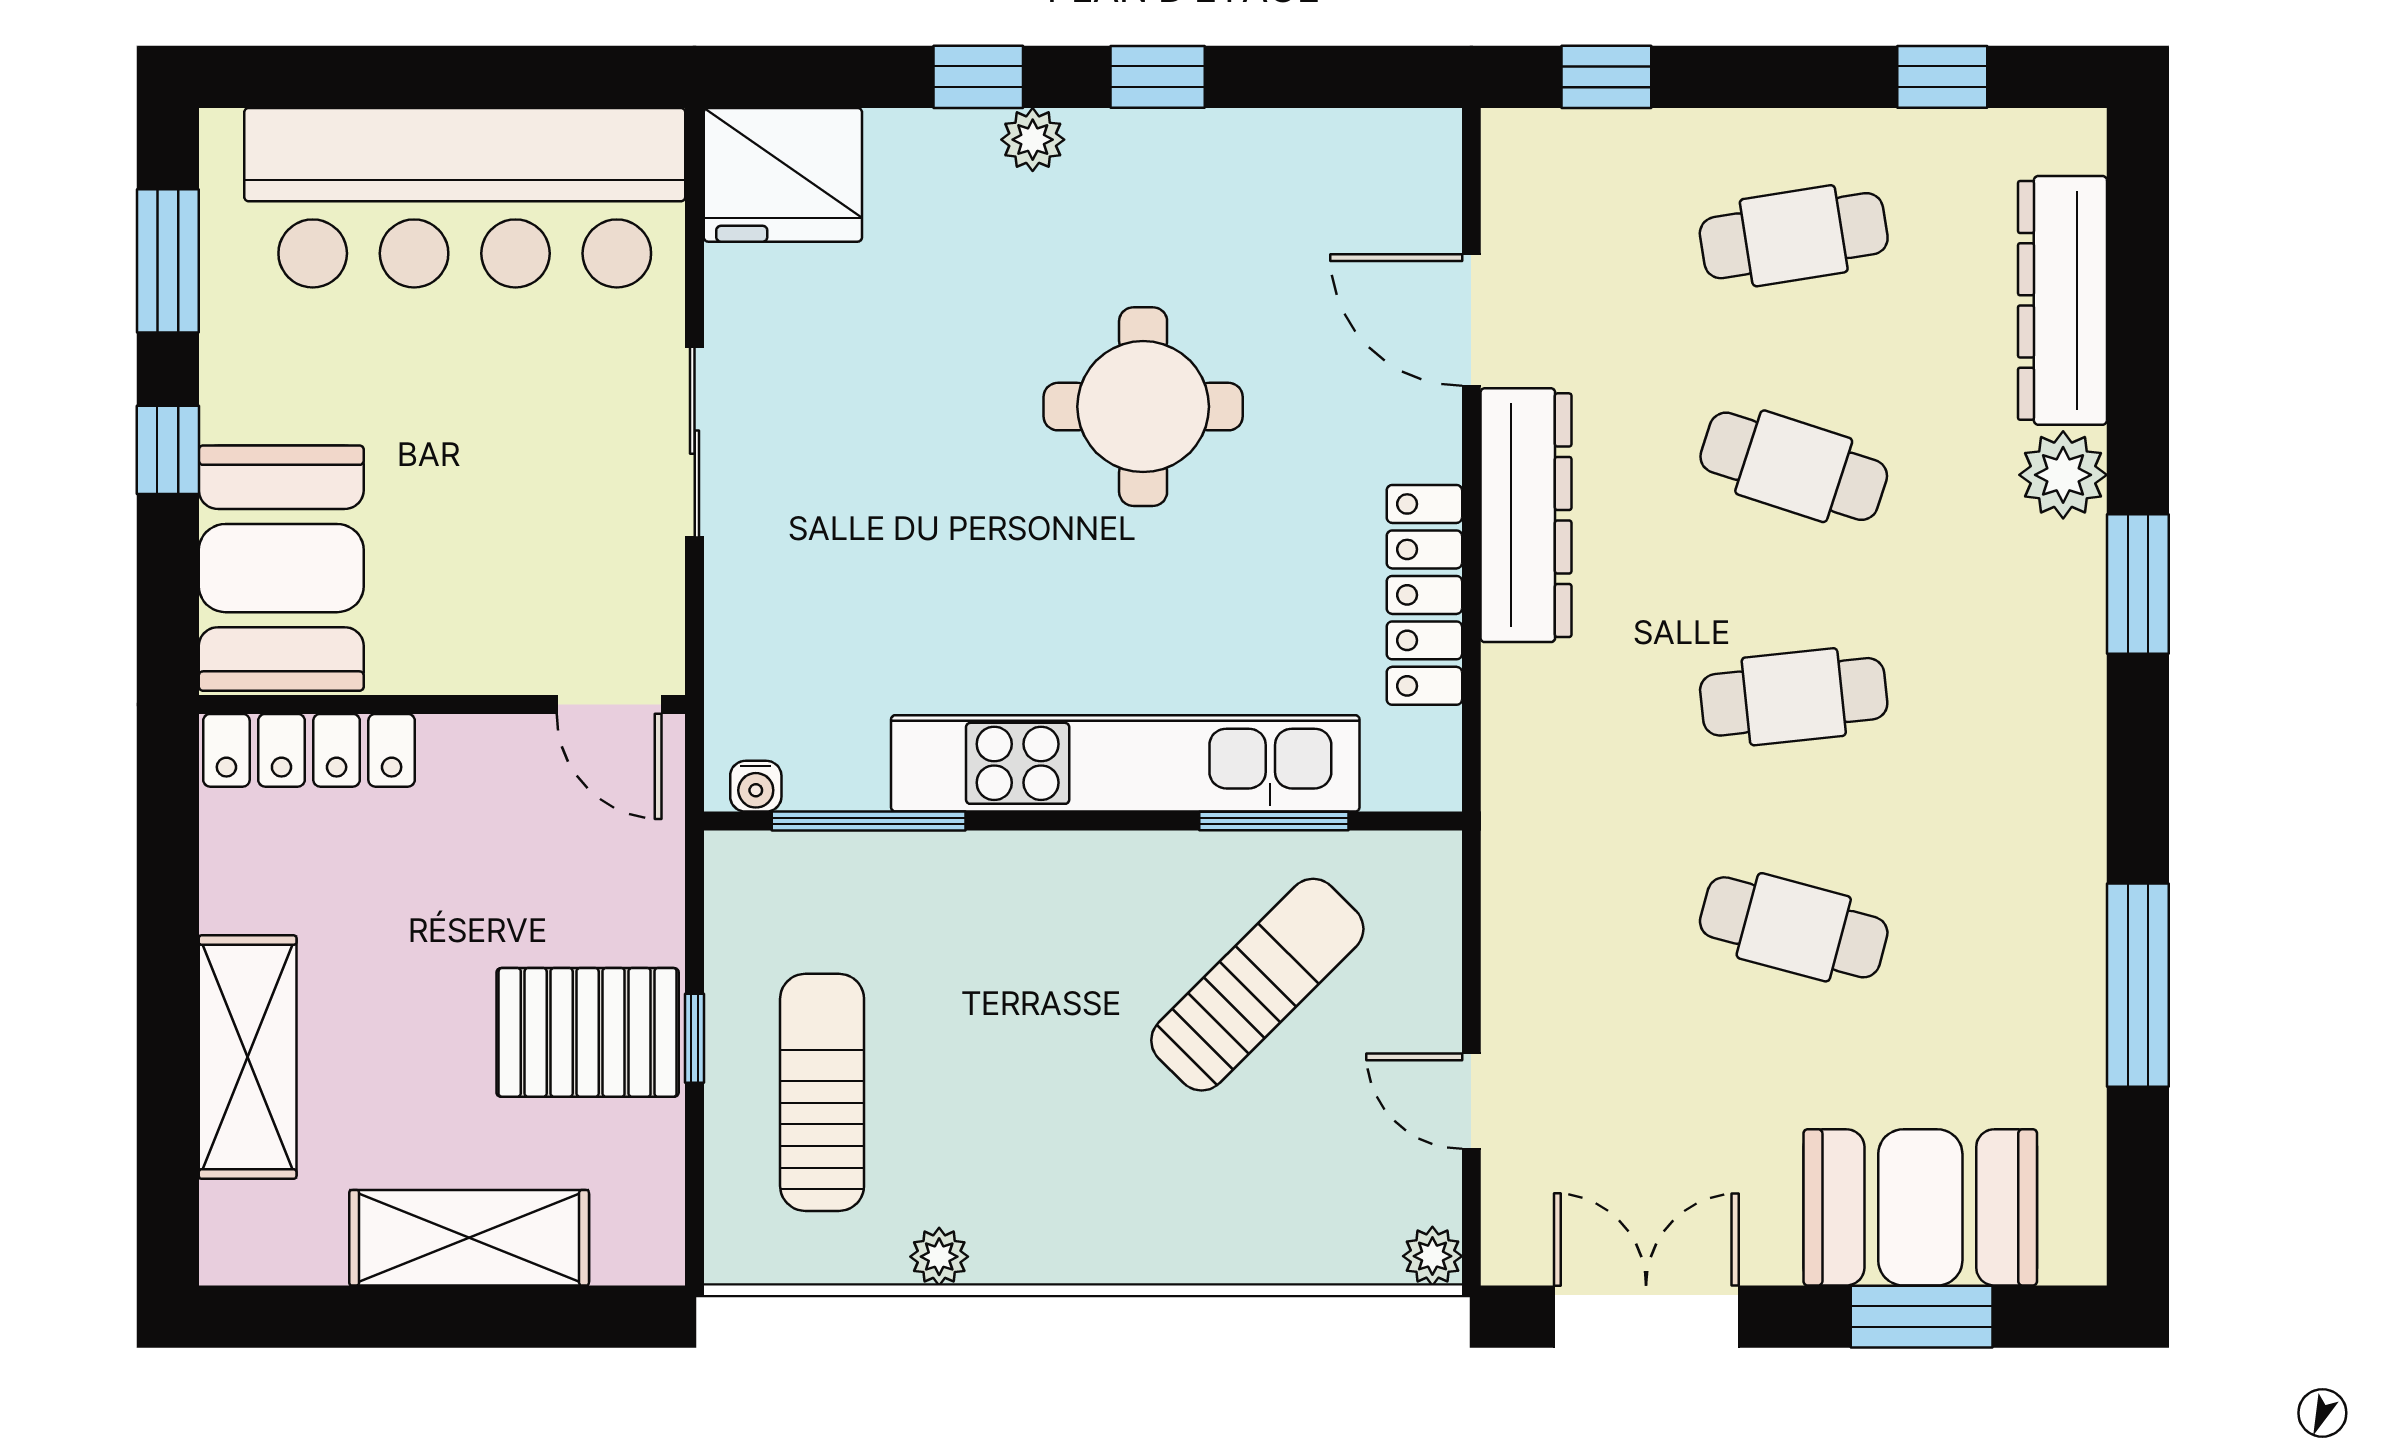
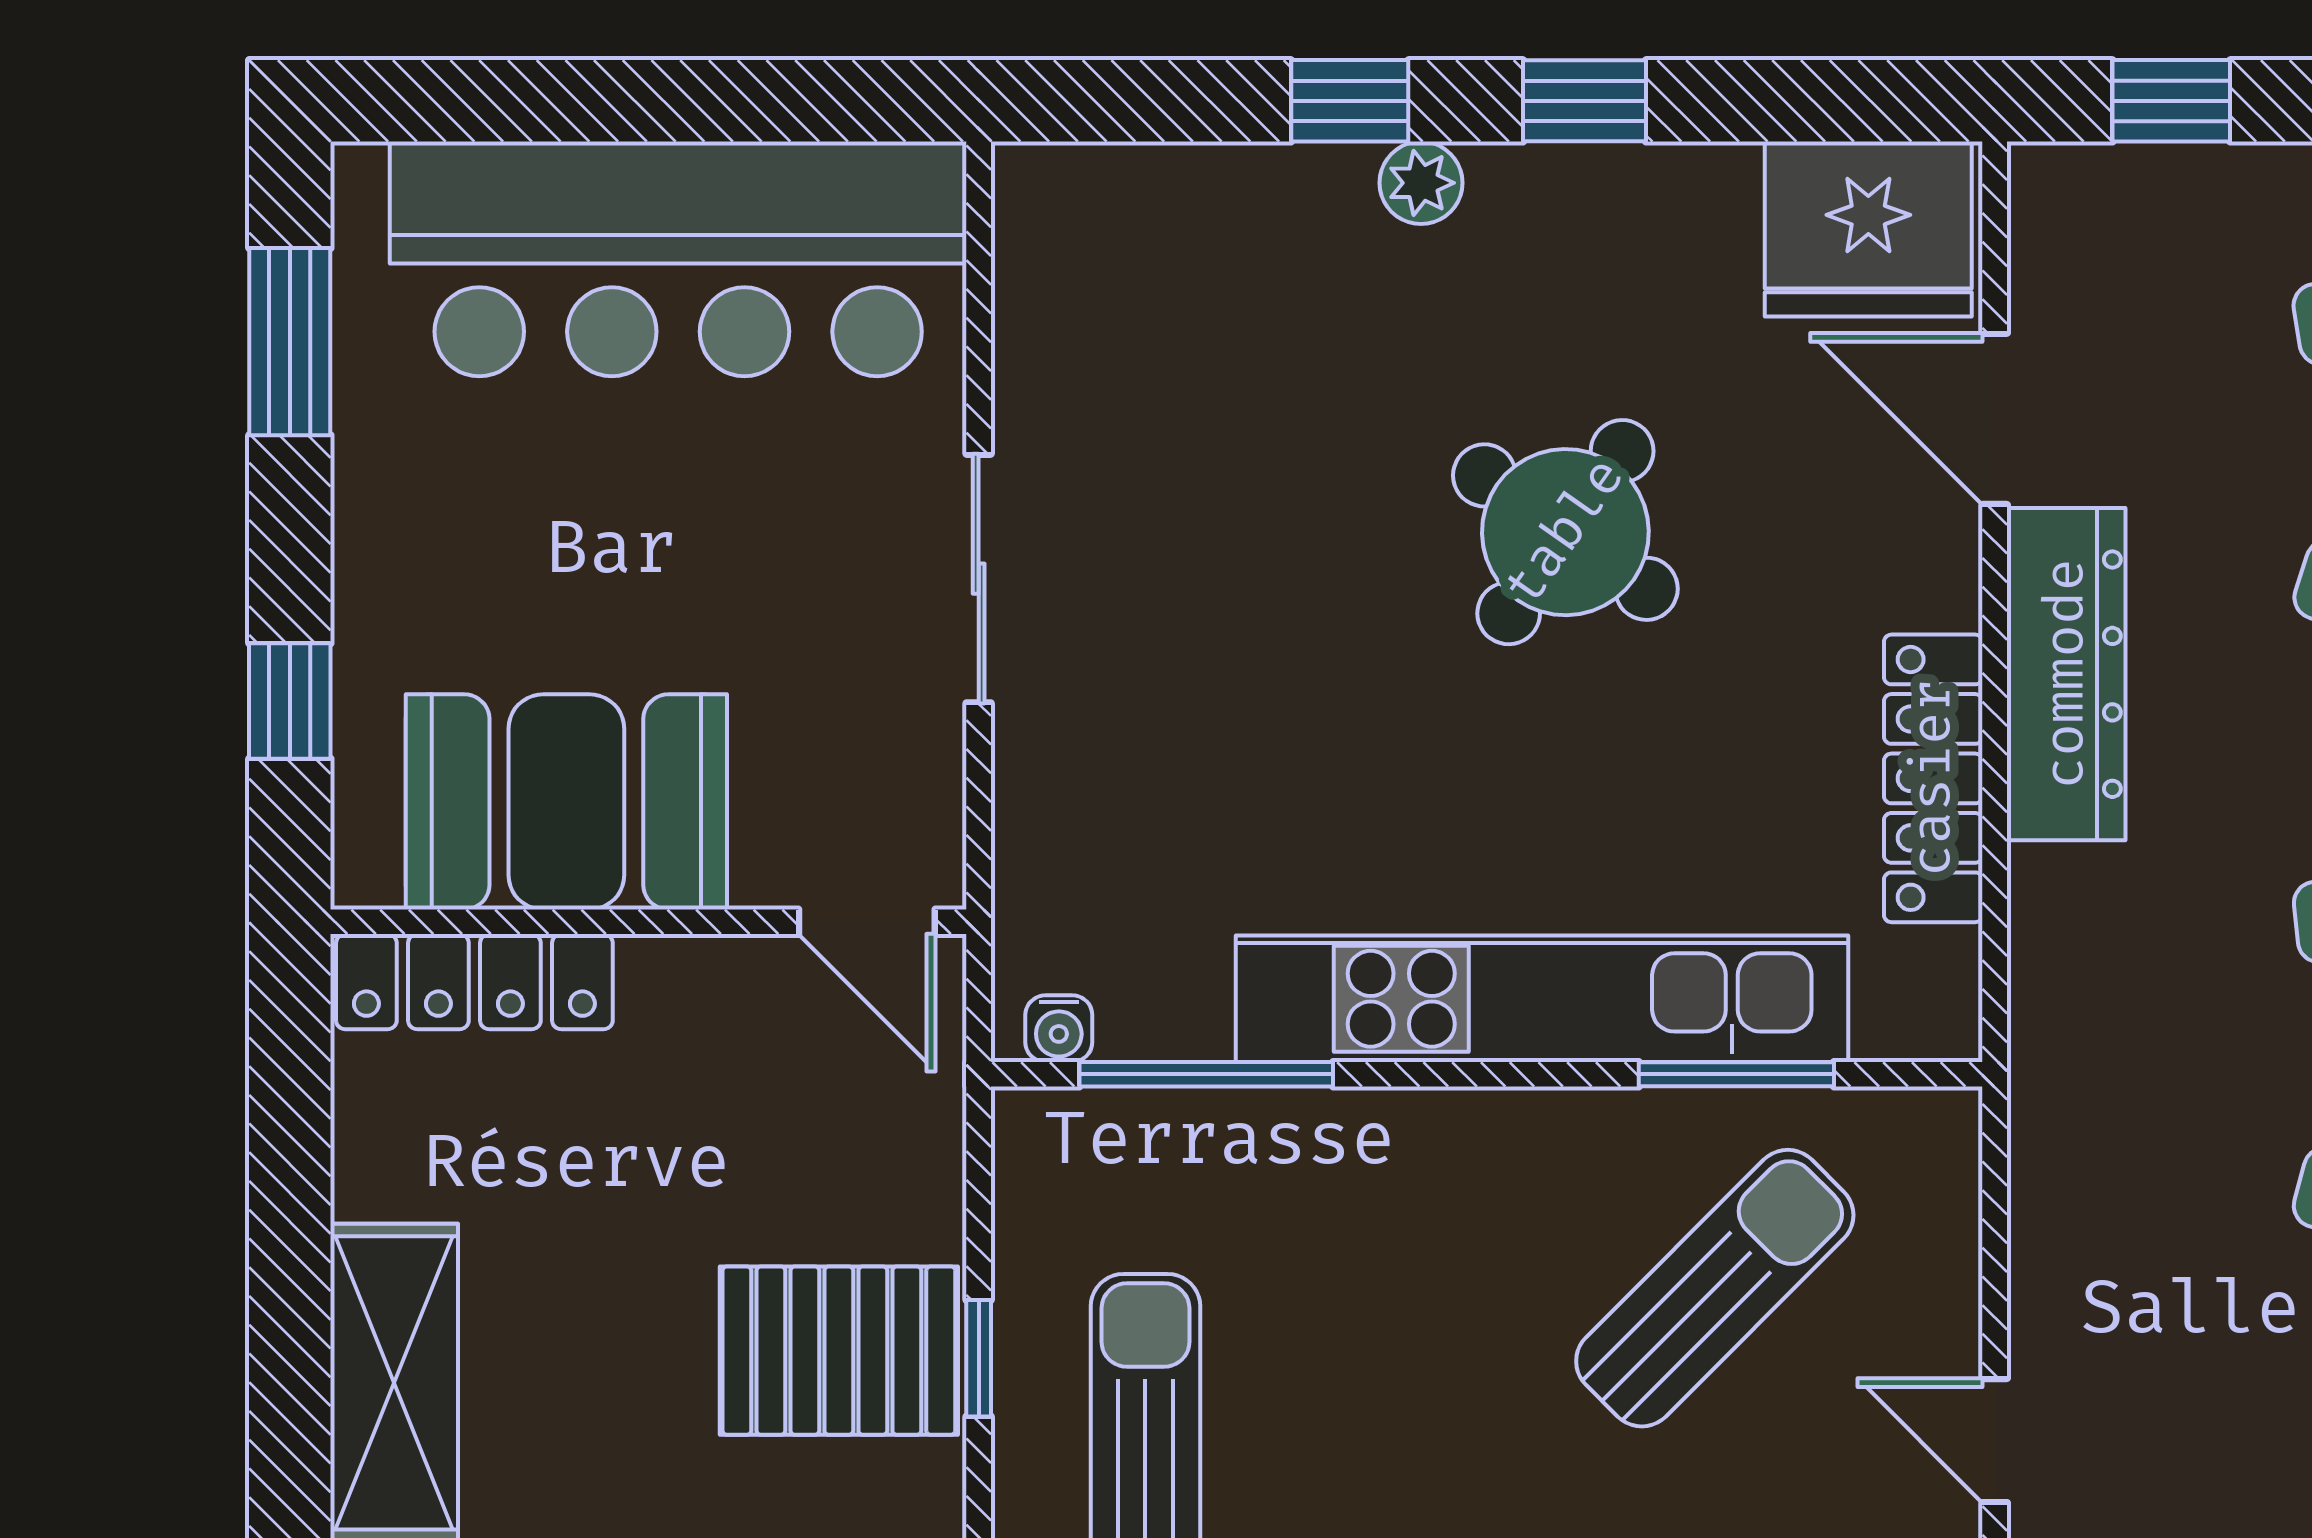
fridge: (783, 175) -> (1868, 229), moved
round table: (1143, 407) -> (1565, 532), turned 35
window: (168, 450) -> (290, 701), moved
booth: (281, 568) -> (566, 802), moved, turned 90

